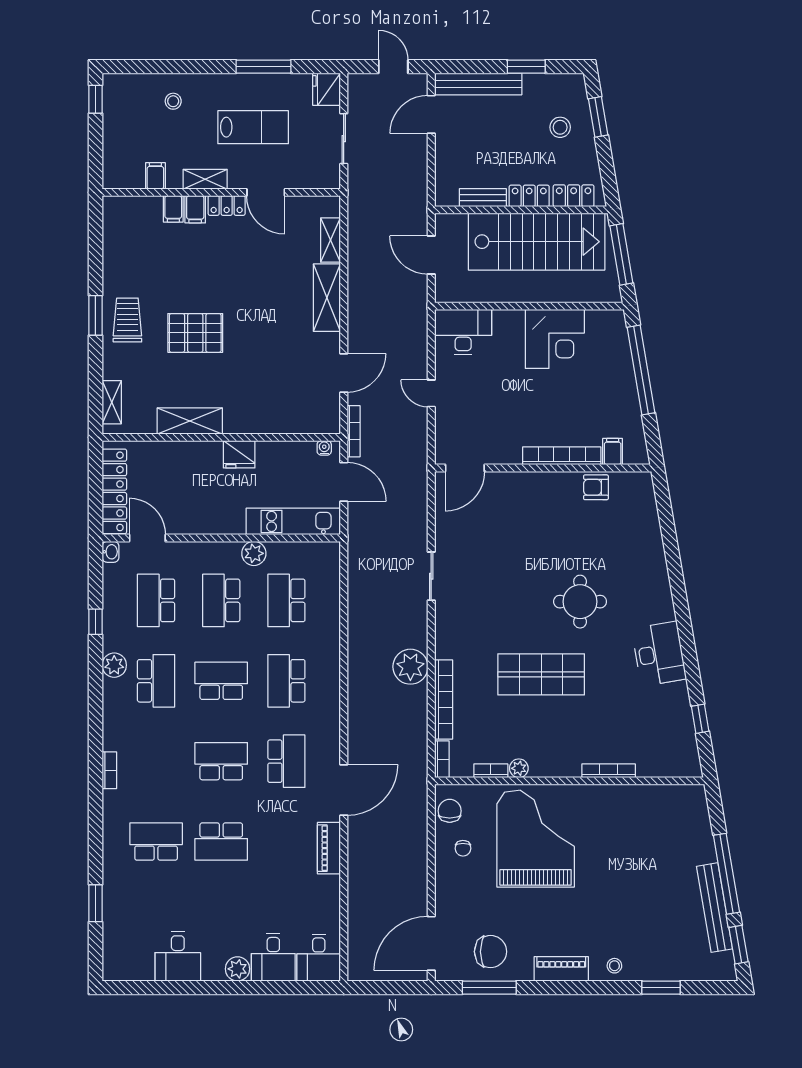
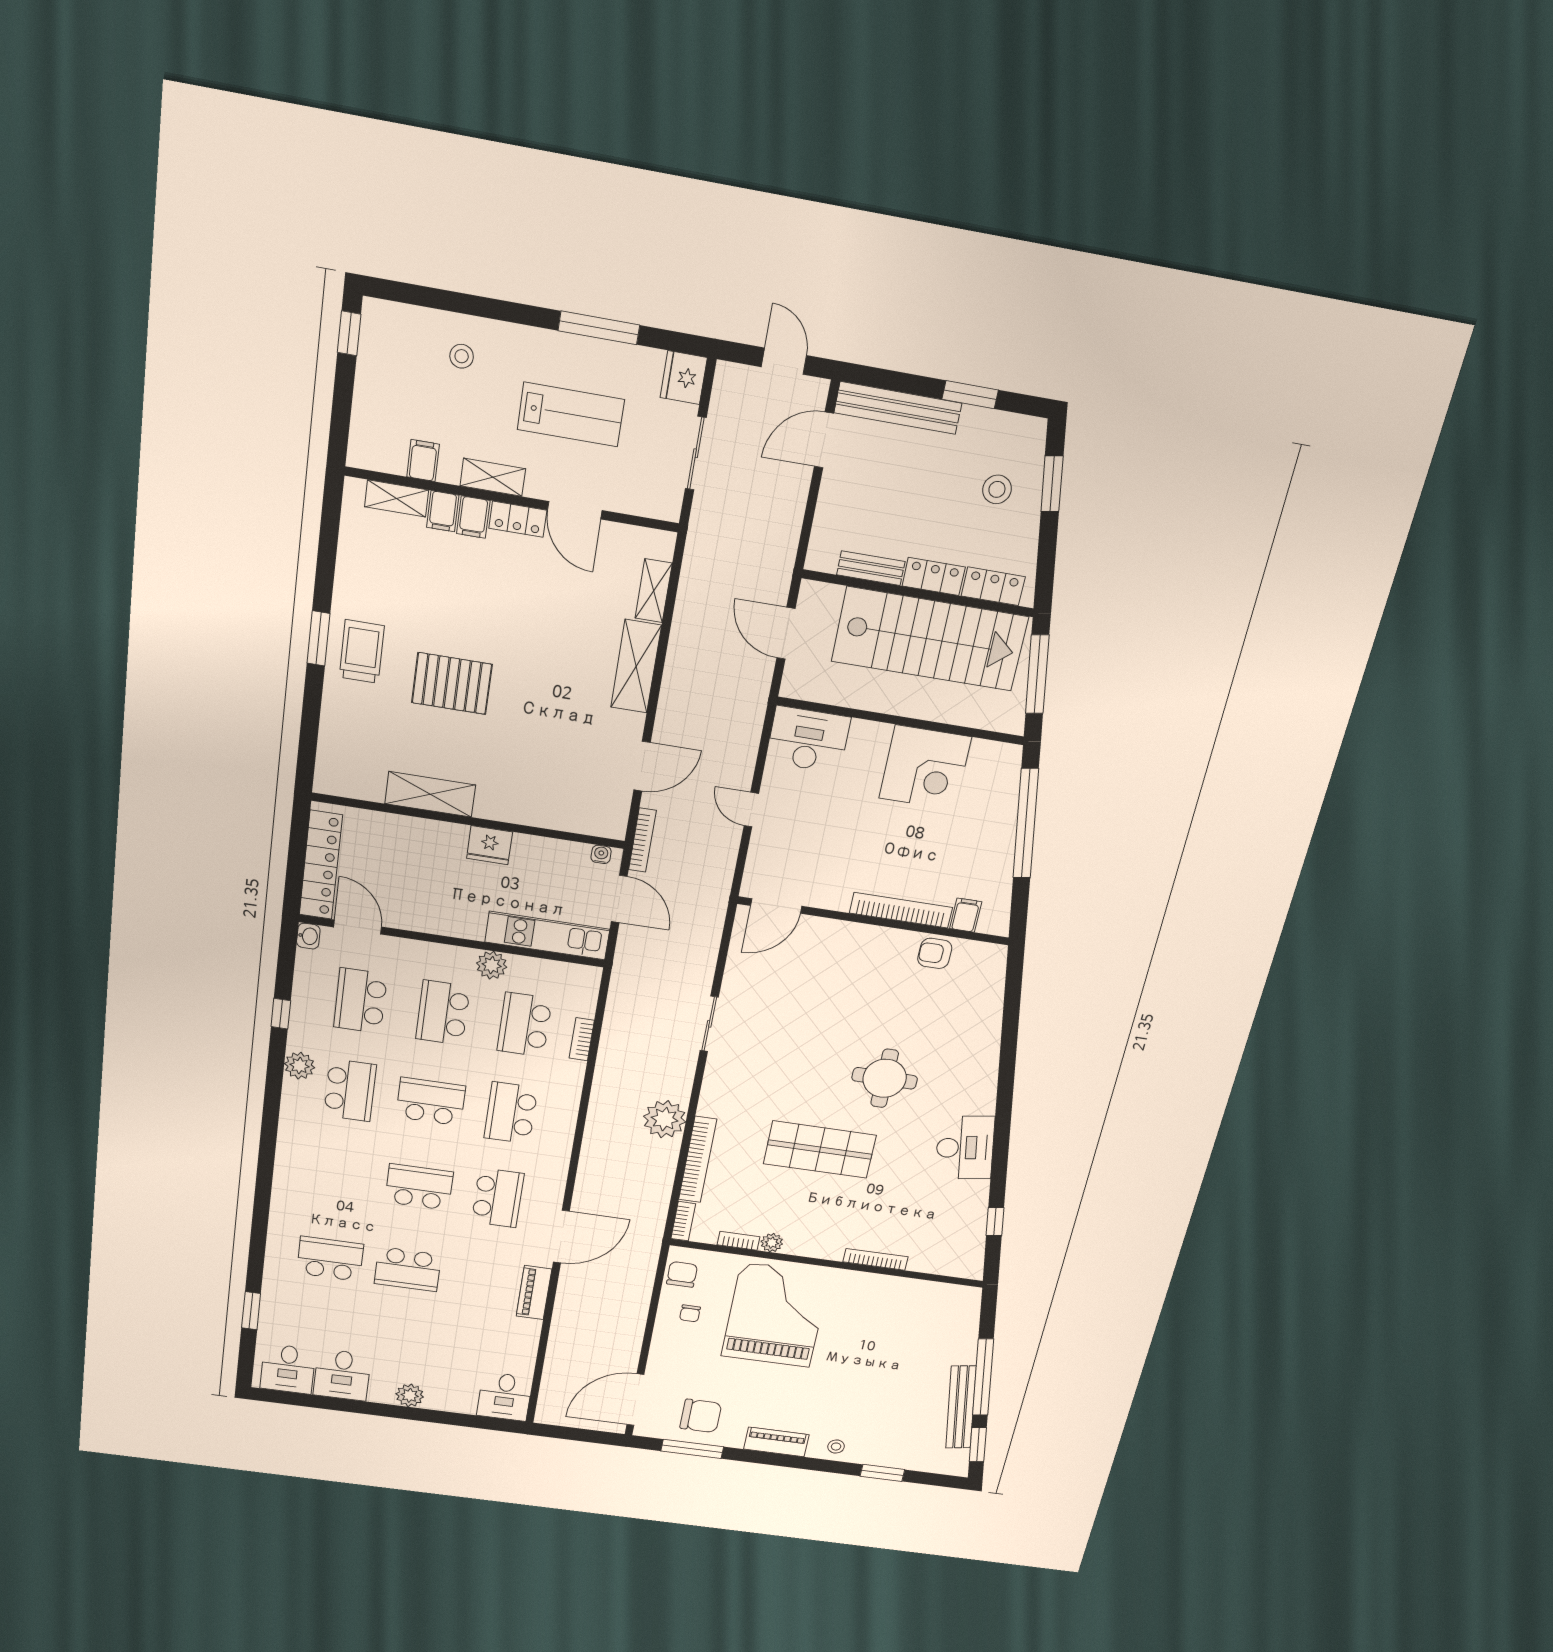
shelving: (112, 402) -> (397, 498), moved, turned 90
bookcase: (109, 770) -> (582, 1039), moved, turned 180
desk: (273, 957) -> (288, 1369), moved

